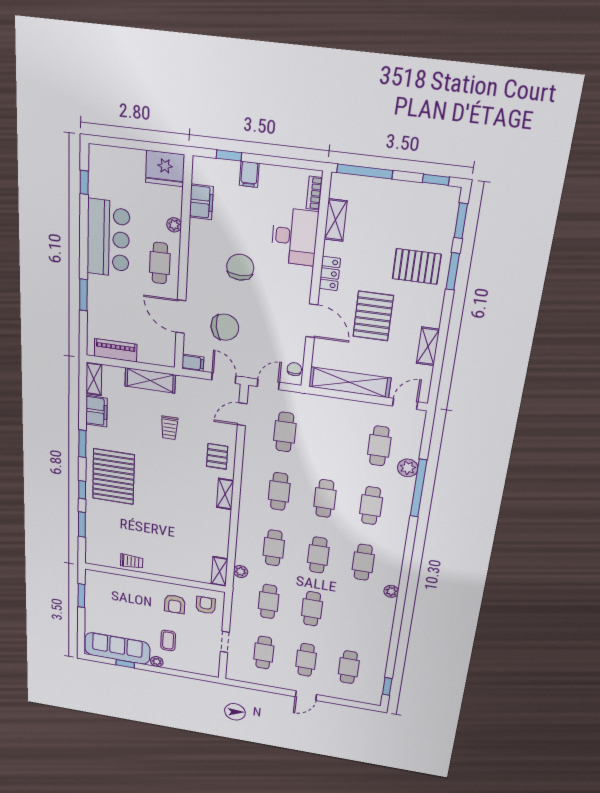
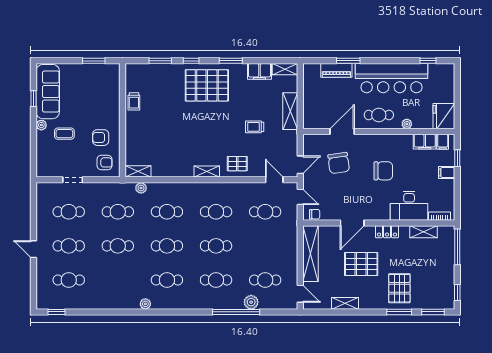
bar counter: (108, 238) -> (391, 78), width x1.36
piano: (116, 350) -> (336, 70), moved, turned 90
filing cabinet: (193, 363) -> (443, 142), moved

